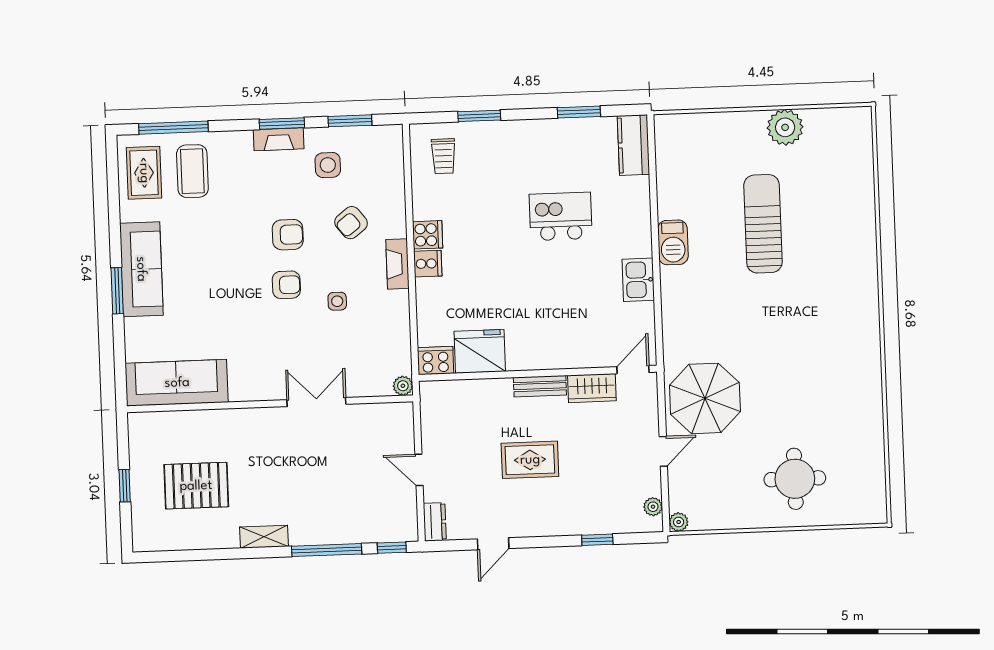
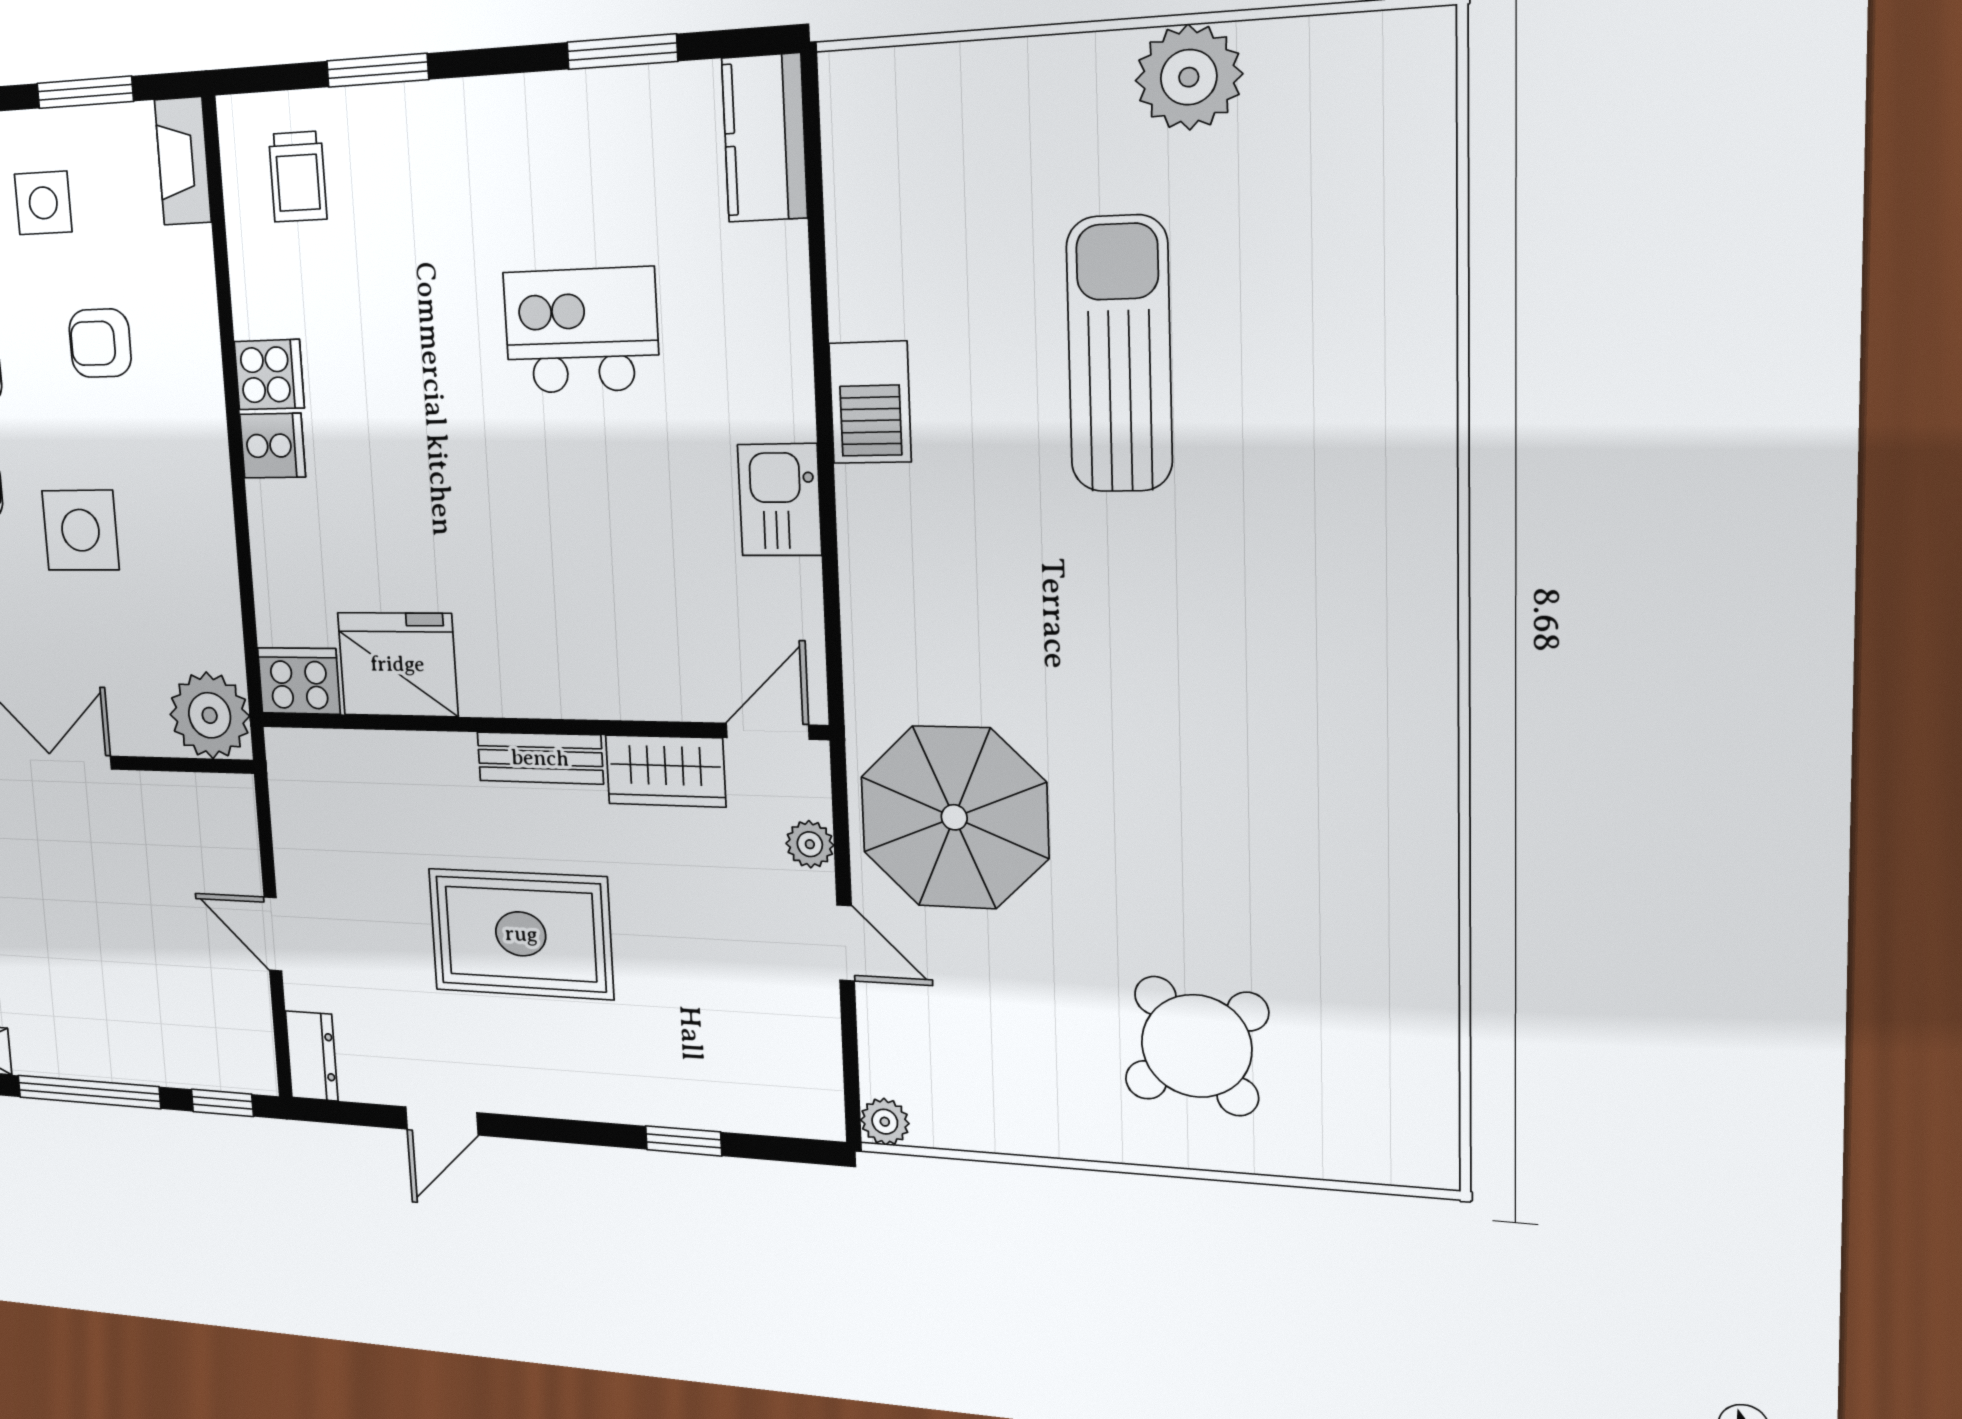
armchair: (351, 223) -> (100, 343), turned 38
fireplace: (397, 264) -> (183, 161), moved
side table: (337, 301) -> (80, 530), width x1.87, depth x1.87
plant: (403, 386) -> (210, 715), width x1.87, depth x1.87
door: (663, 451) -> (846, 943), hinge flipped
rug: (530, 460) -> (521, 934), width x1.36, depth x1.43
round table: (795, 479) -> (1196, 1046), turned -38
plant: (653, 507) -> (810, 844), moved

